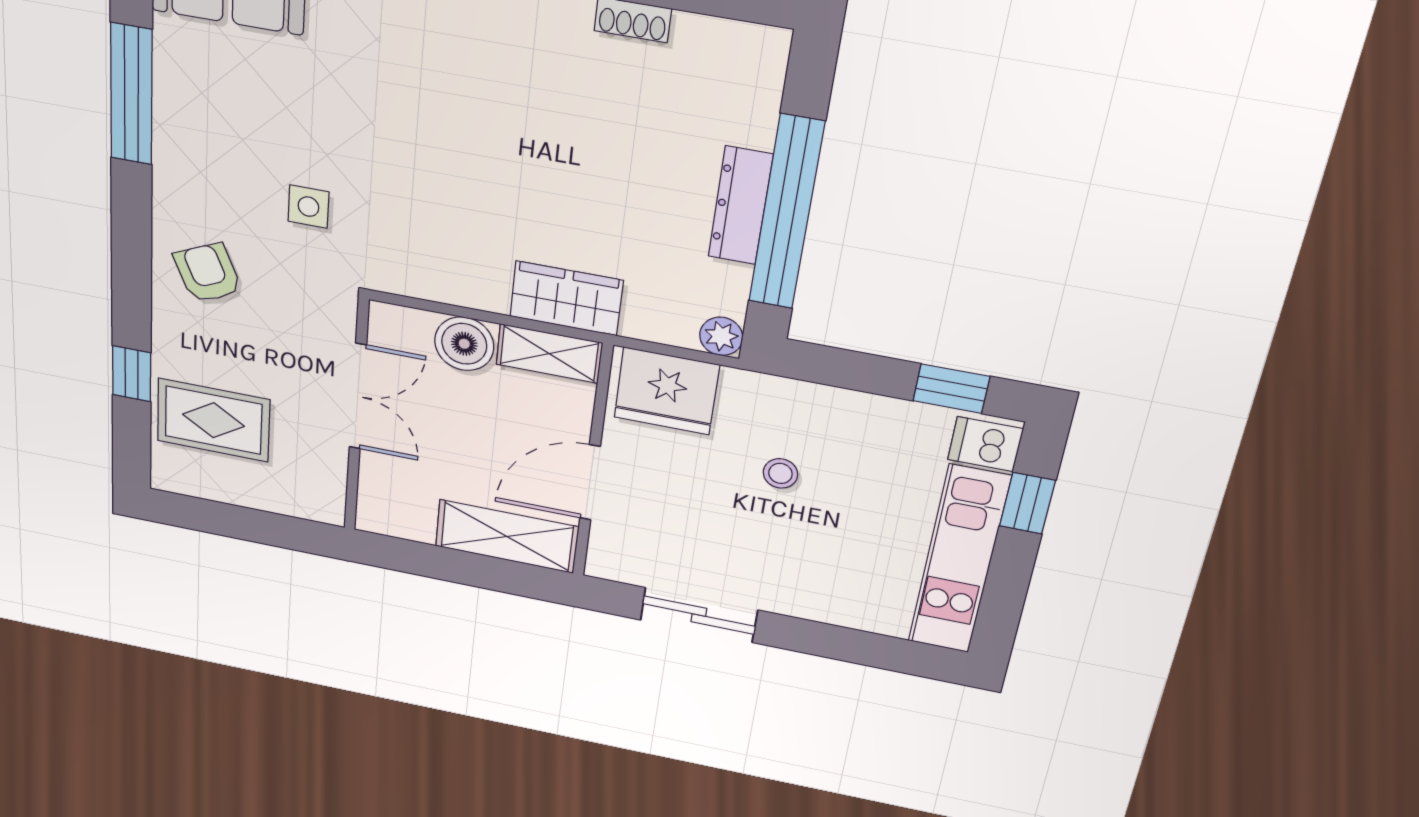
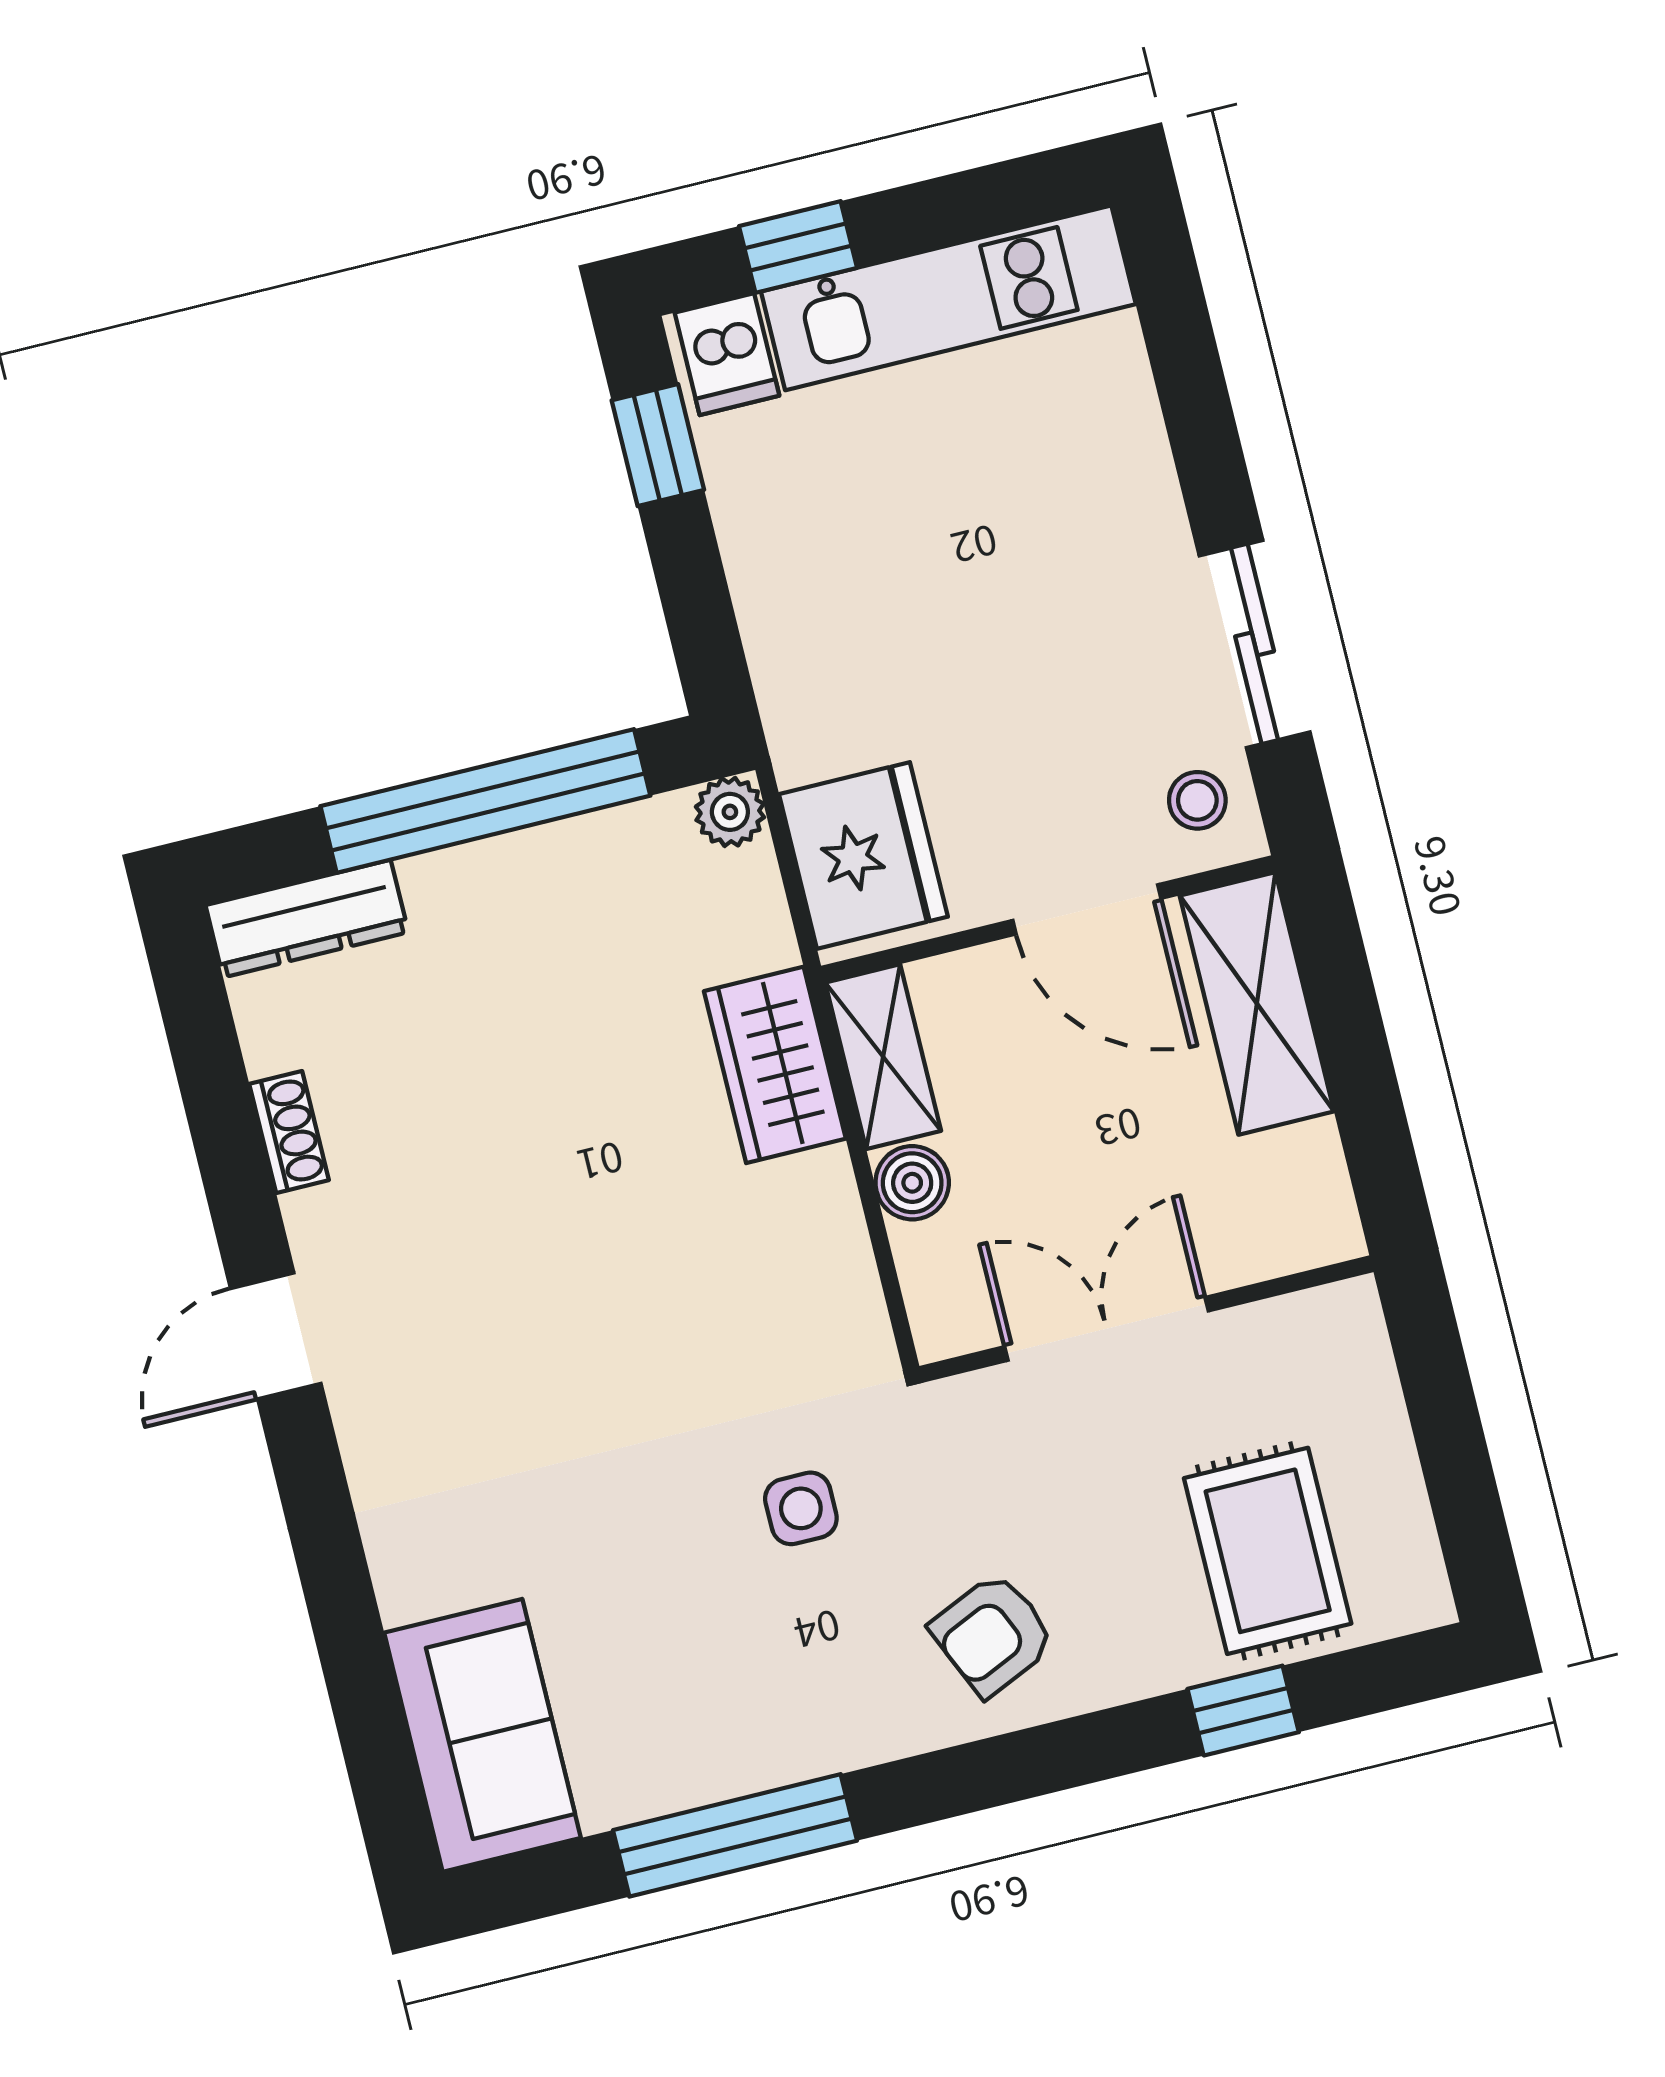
dresser: (740, 206) -> (307, 919), moved
boiler: (464, 344) -> (912, 1183), width x0.73, depth x0.73
stool: (780, 473) -> (1197, 800), moved

